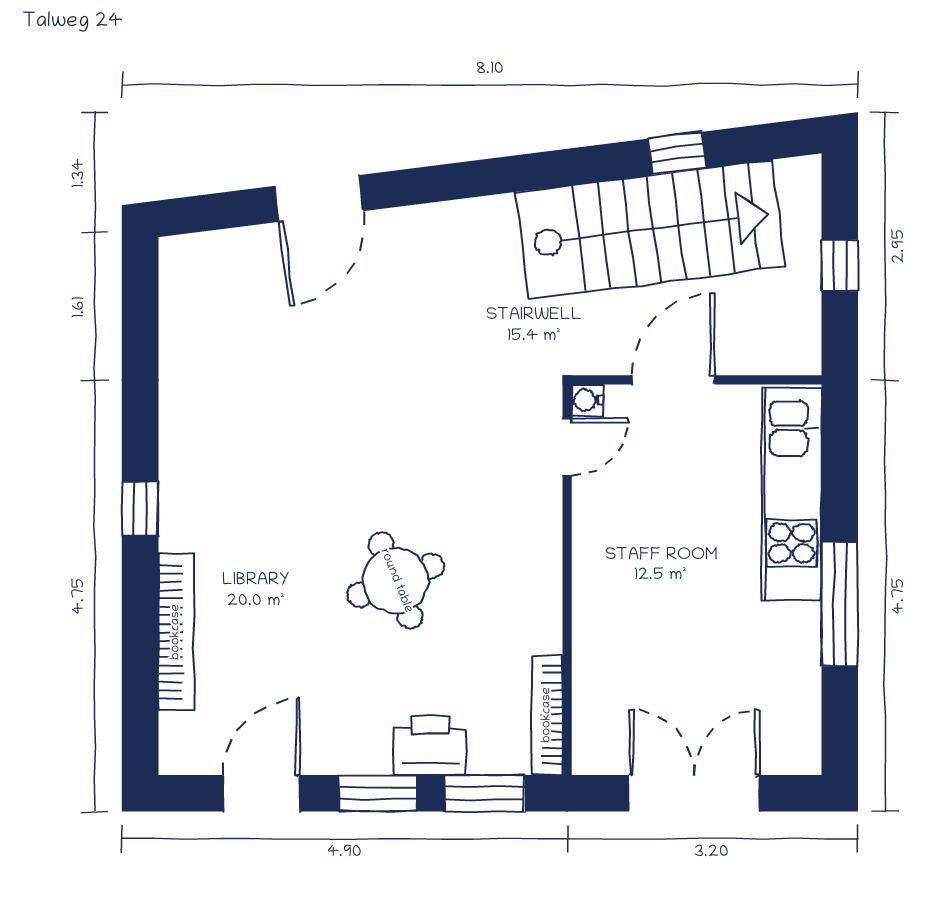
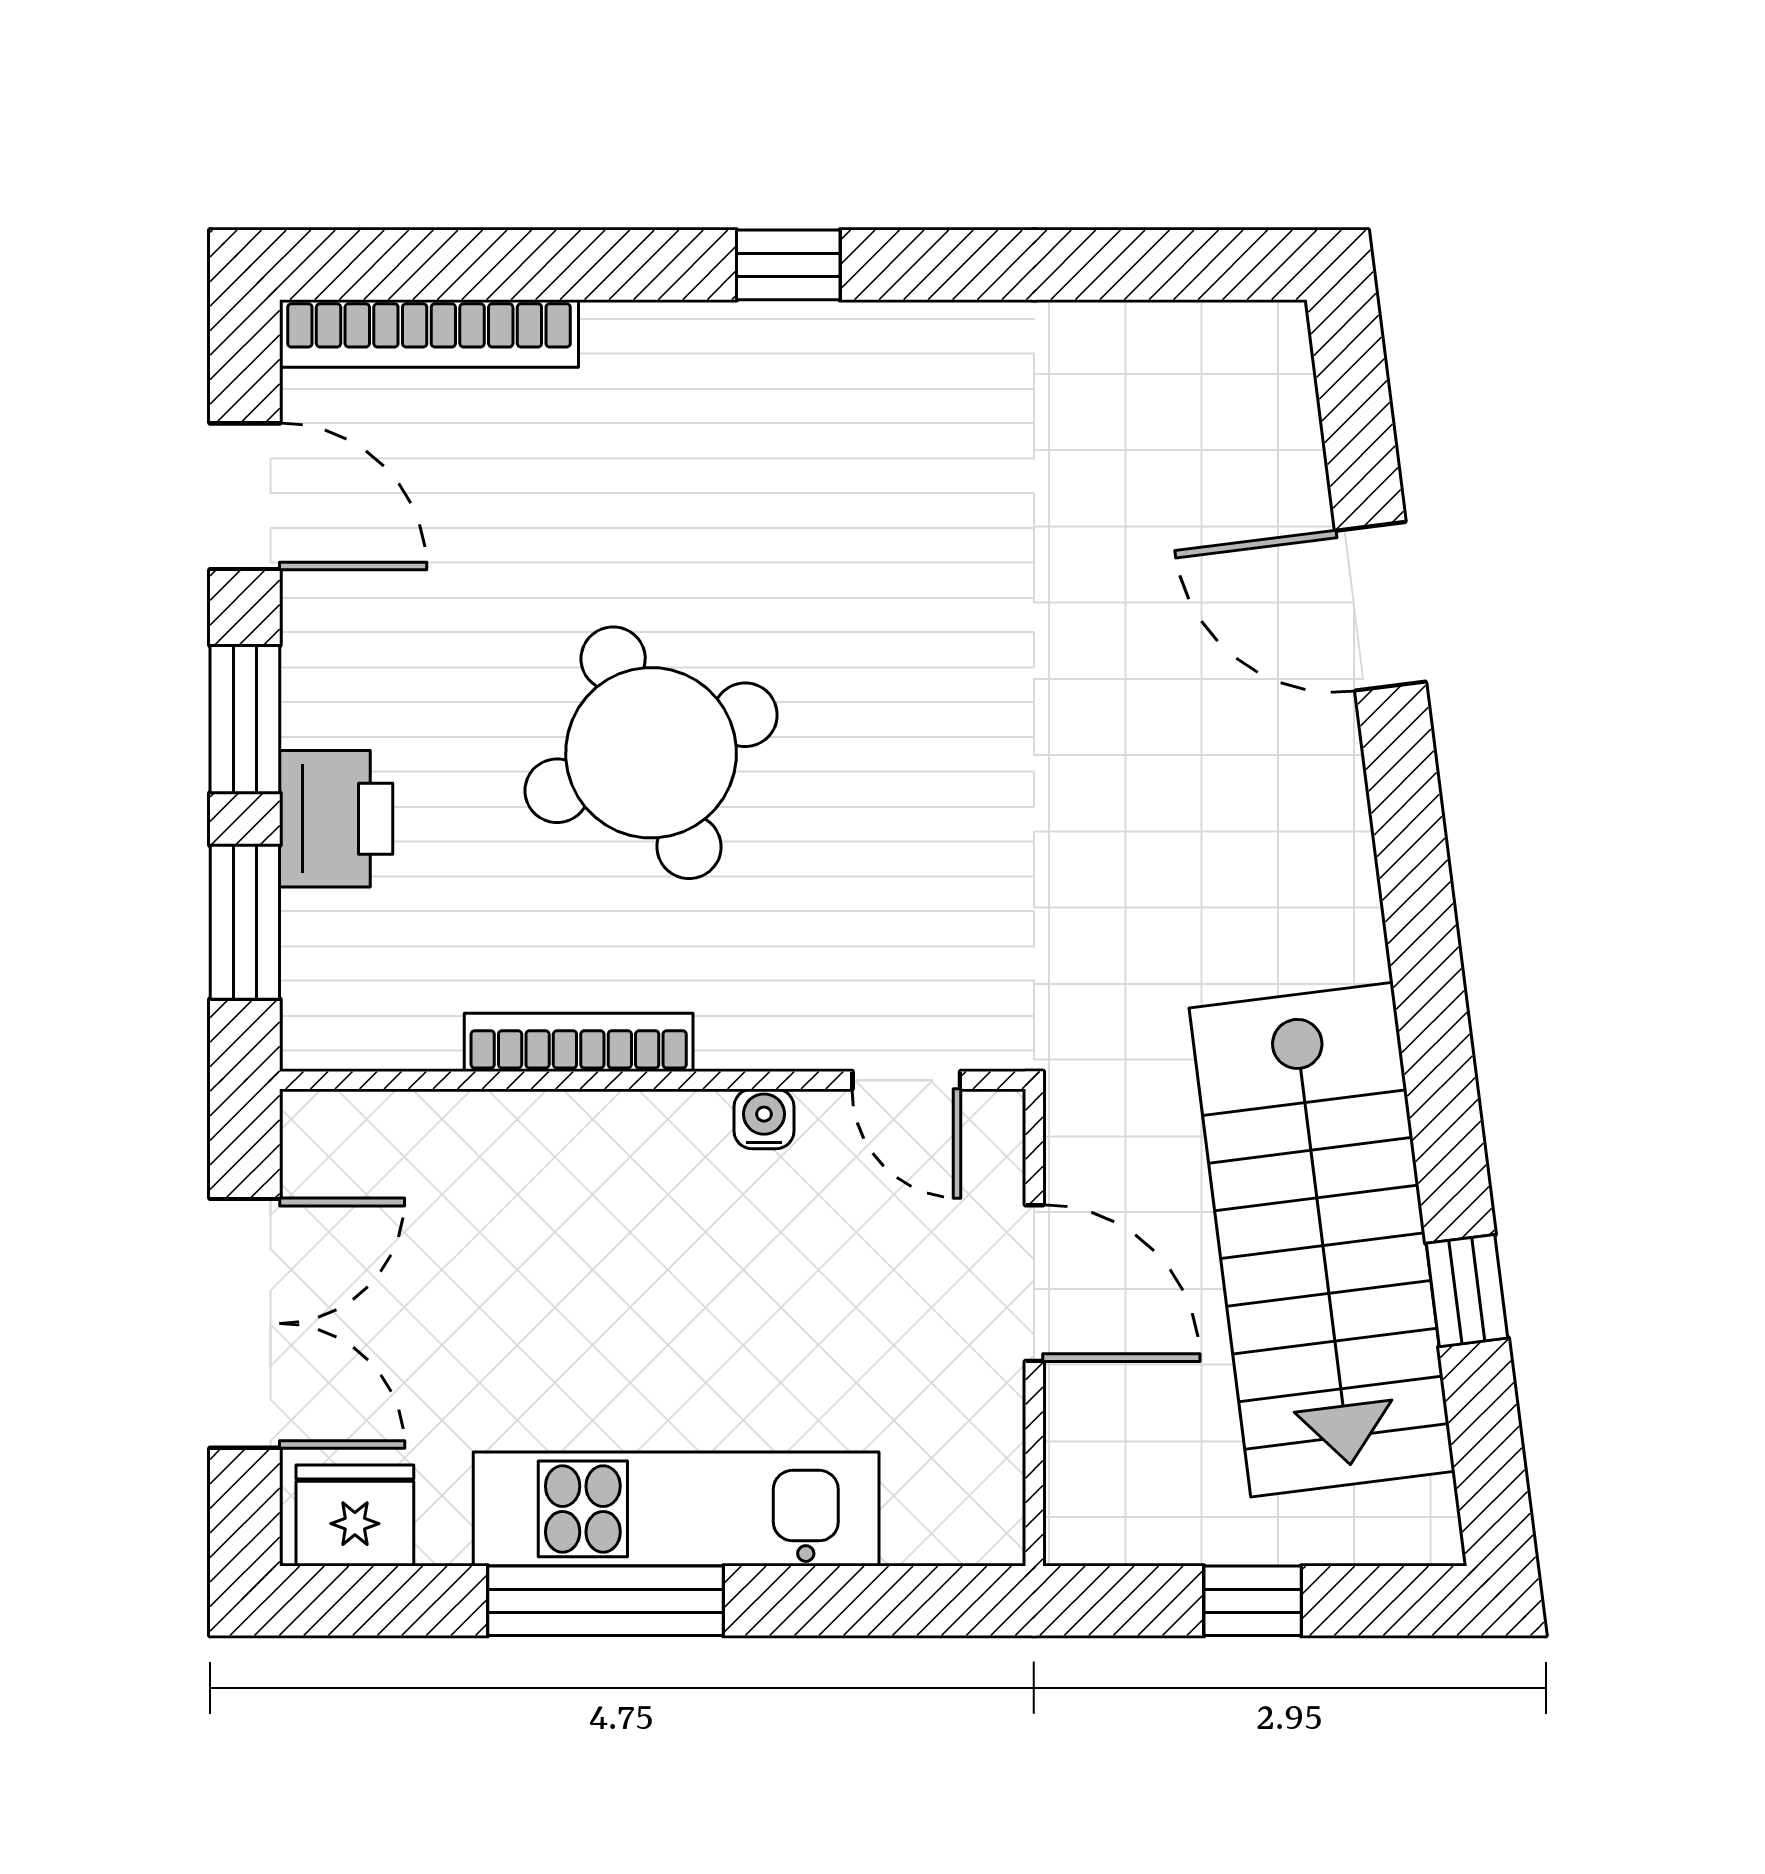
water cooler: (587, 400) -> (764, 1119), moved
kitchen unit: (792, 494) -> (676, 1509), moved
round table: (396, 581) -> (651, 753), width x1.36, depth x1.36
bookcase: (176, 632) -> (429, 333), moved
bookcase: (547, 715) -> (579, 1042), moved
fridge: (795, 736) -> (355, 1516), added

